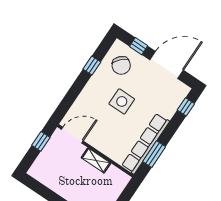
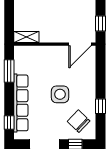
row of seats: (146, 144) -> (21, 103), moved
shelving: (96, 160) -> (26, 37), moved

